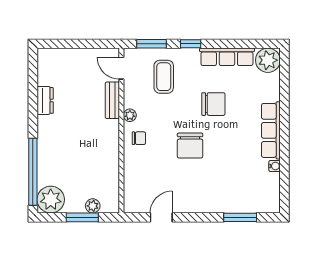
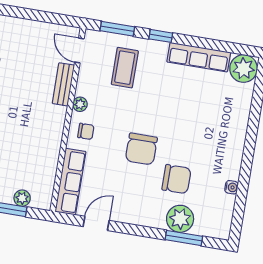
chair: (213, 104) -> (176, 179), moved
row of seats: (271, 130) -> (71, 182), moved, turned 180
plant: (234, 201) -> (180, 219), added

